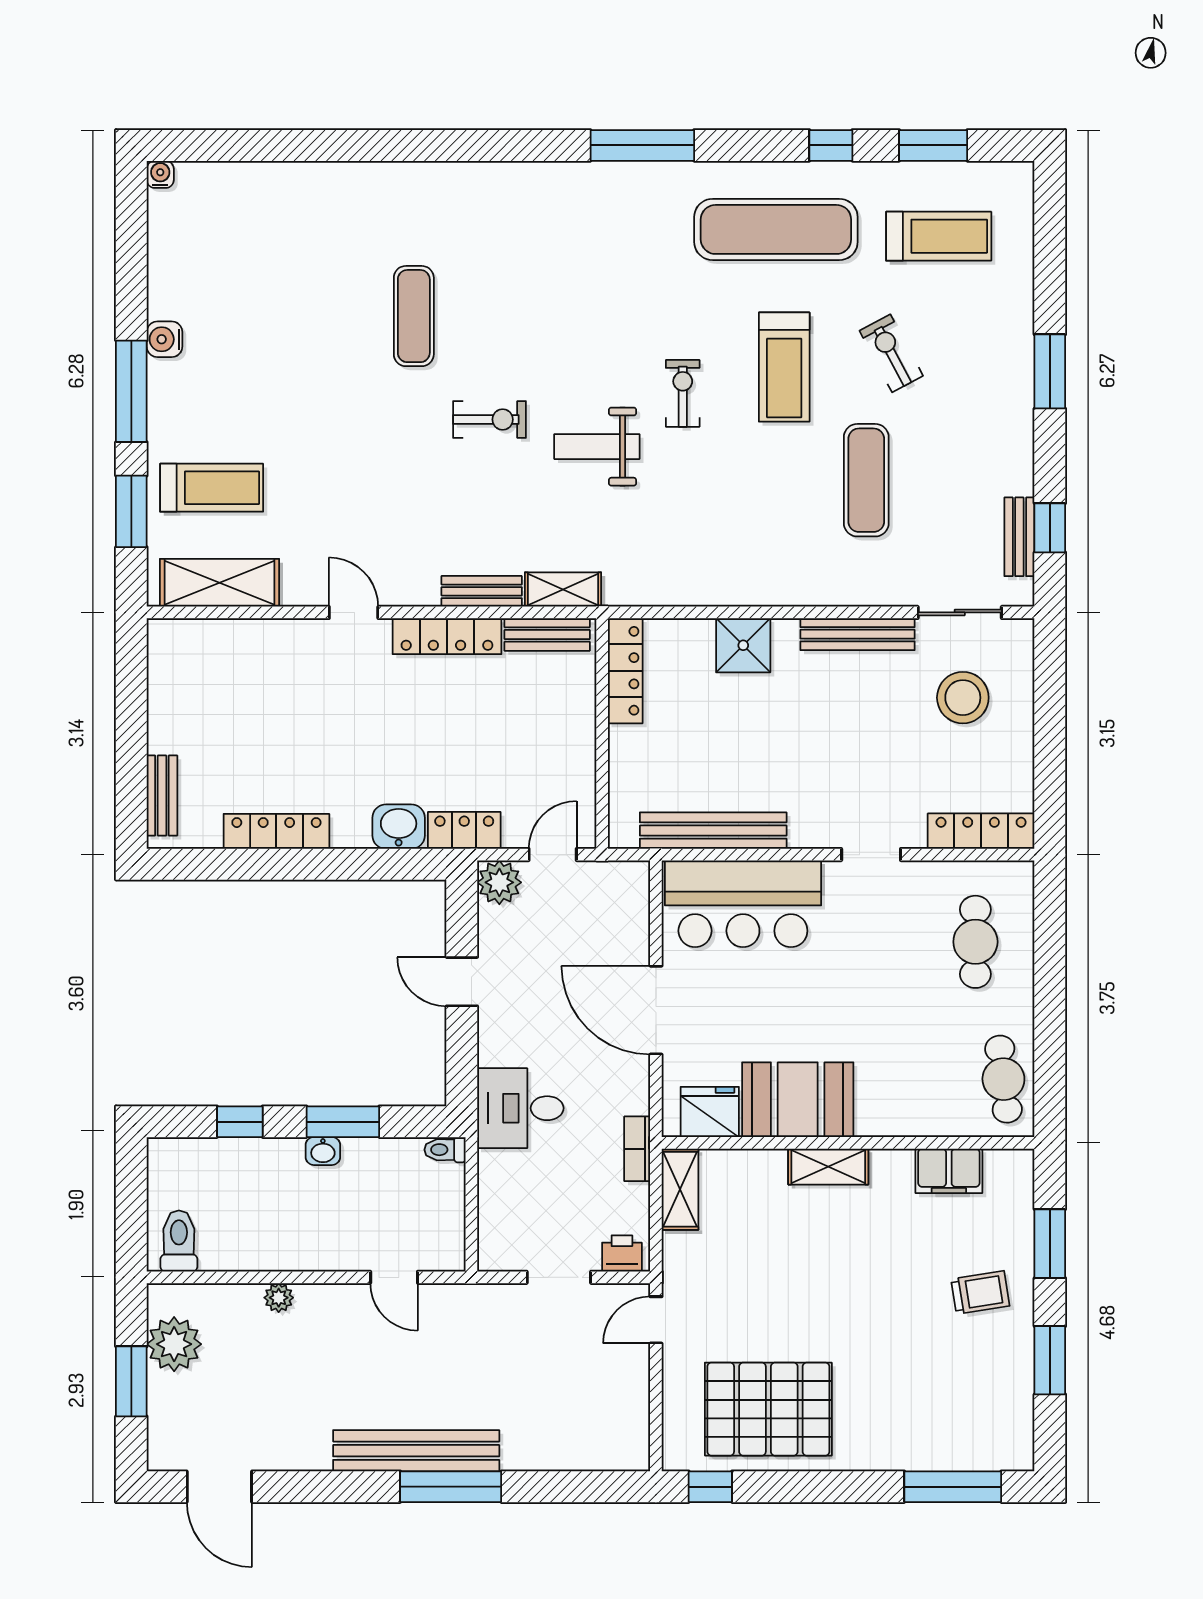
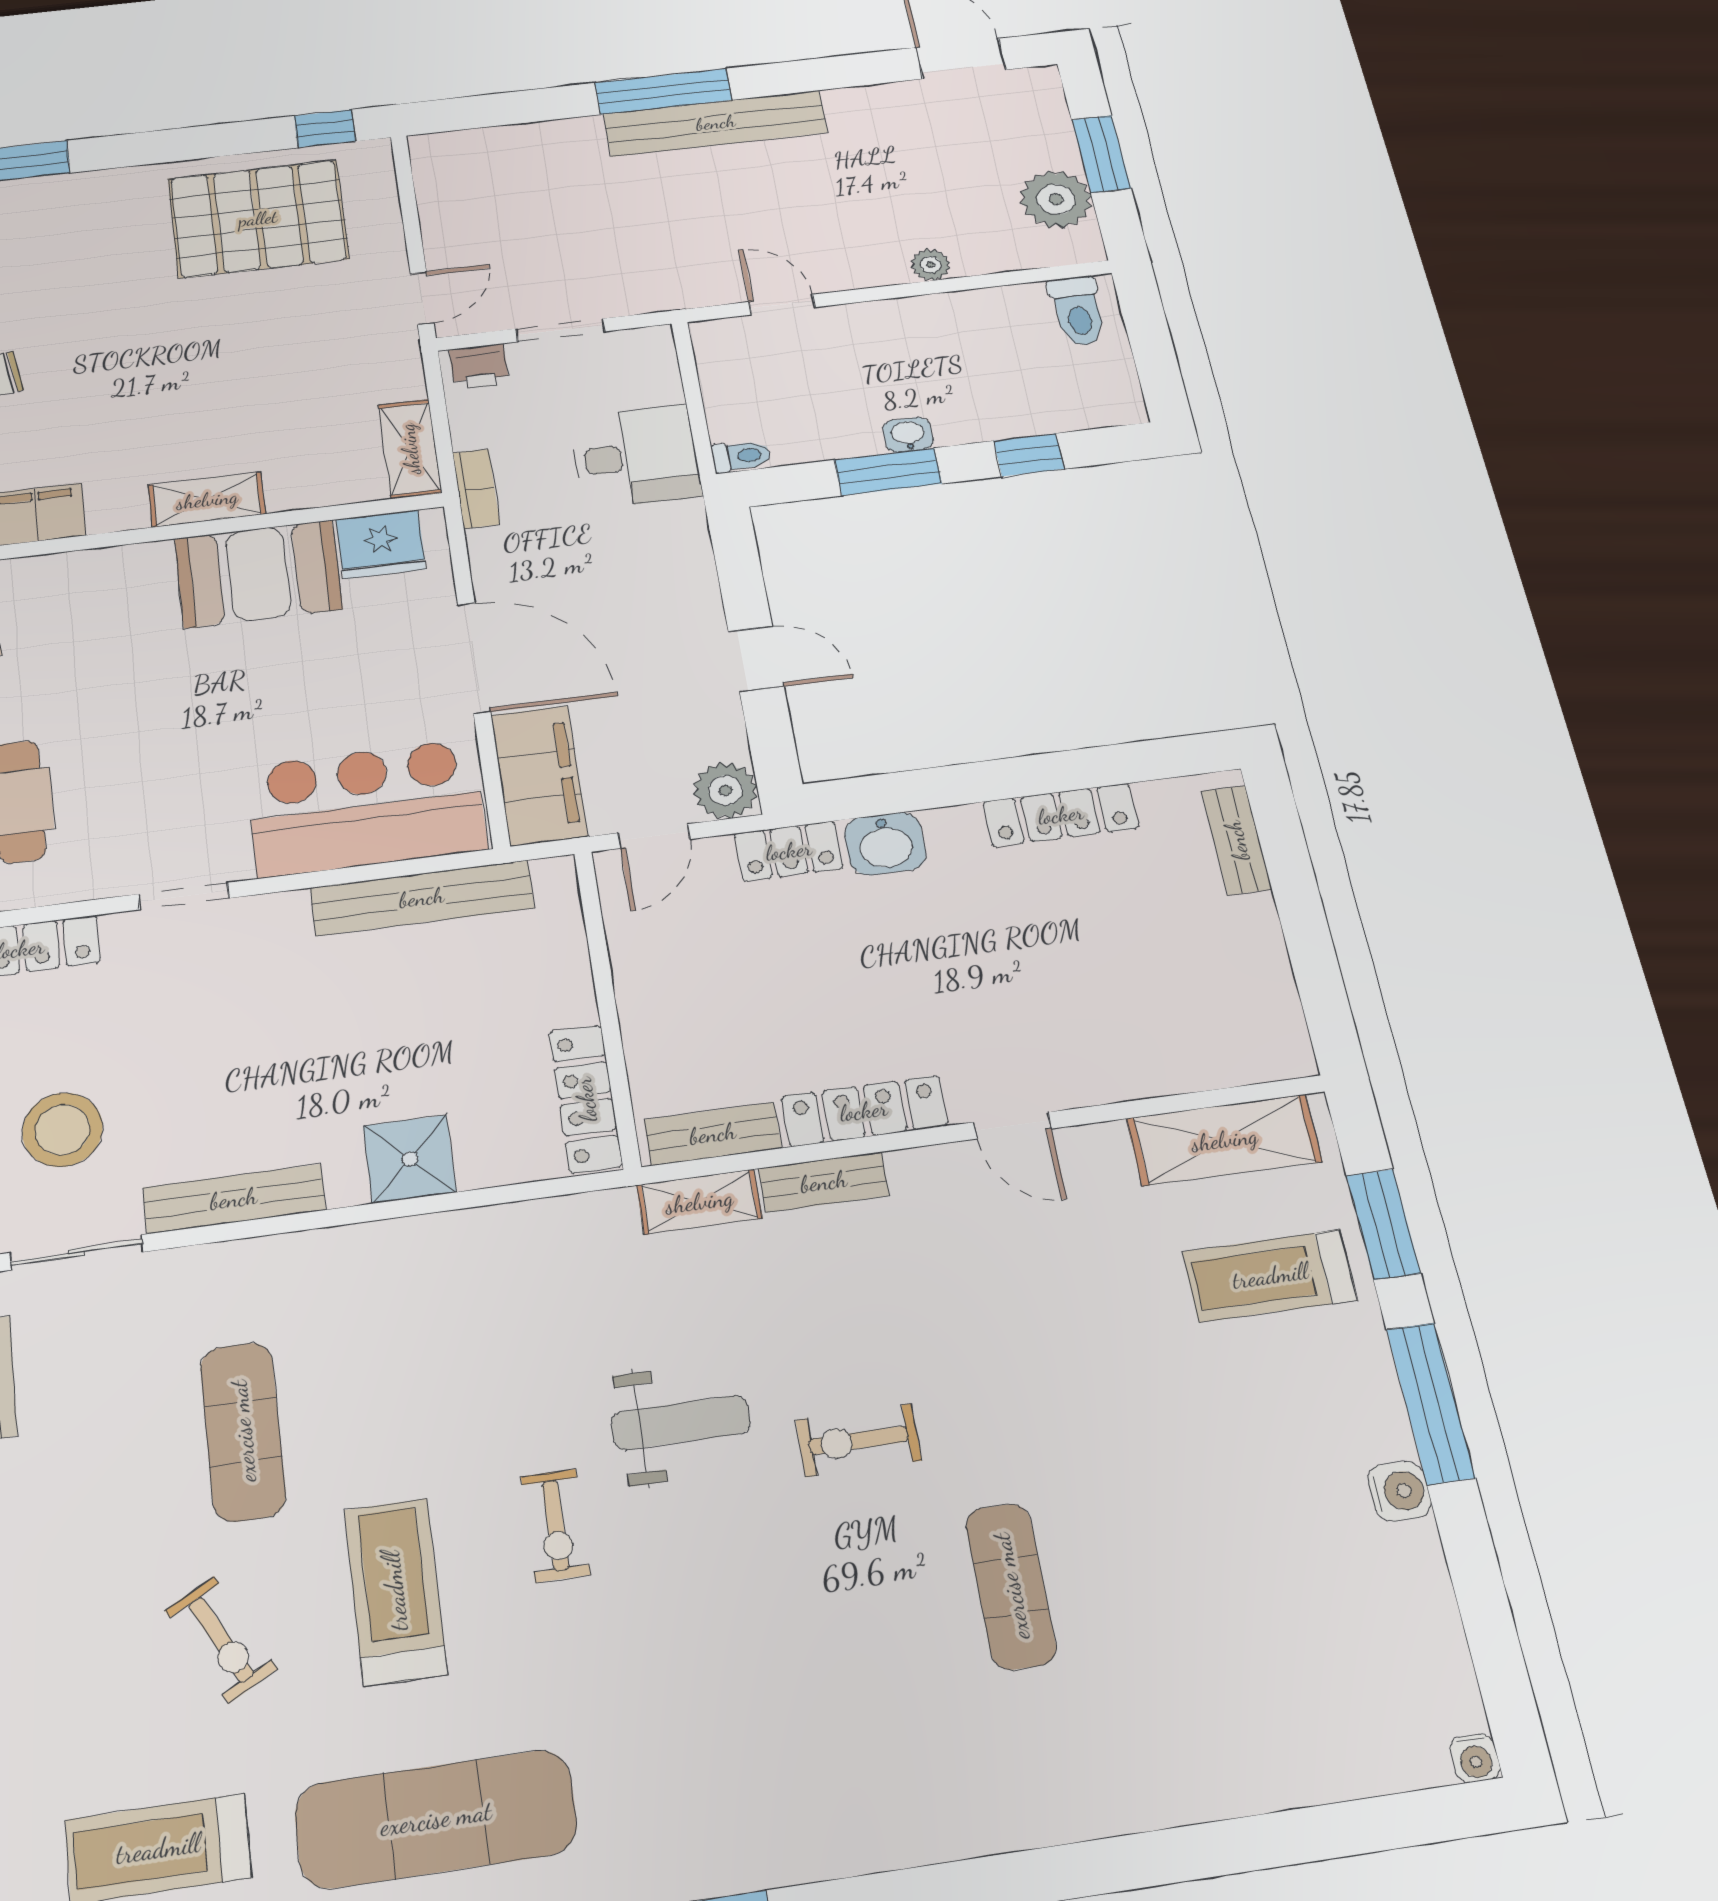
filing cabinet: (623, 912) -> (539, 776), added
desk: (520, 1108) -> (636, 457), moved

